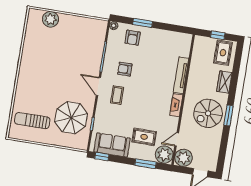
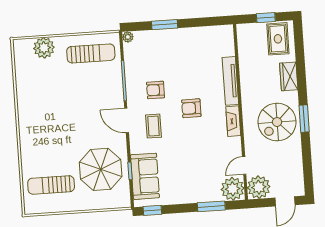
sun lounger: (84, 31) -> (91, 53), added
armchair: (133, 38) -> (191, 108), moved, turned 90
rug: (144, 137) -> (201, 172), removed
sofa: (112, 145) -> (145, 176), moved, turned 90

